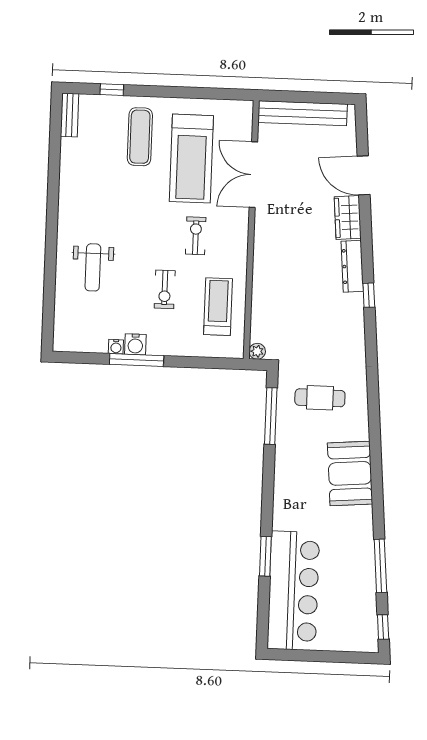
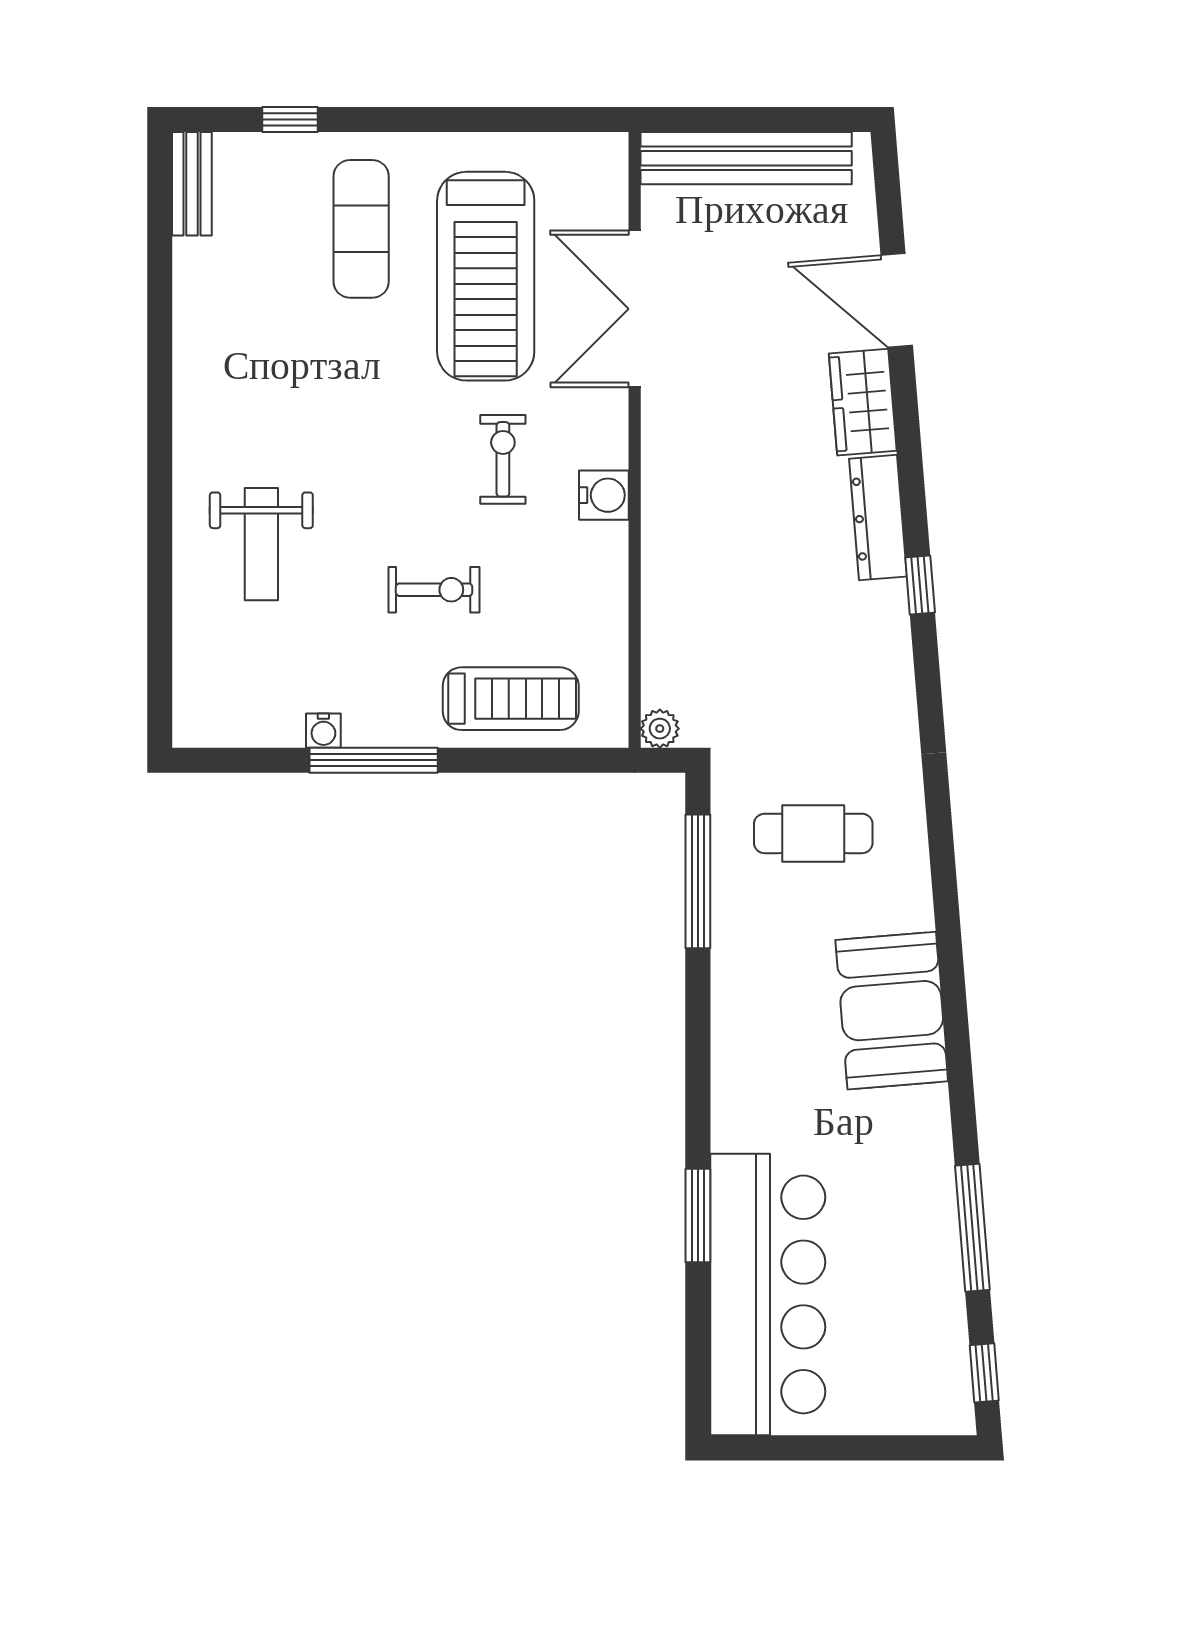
exercise bike: (165, 289) -> (434, 590), turned -90
treadmill: (218, 307) -> (511, 699), moved, turned 90
water cooler: (135, 344) -> (604, 495), moved, turned -90

